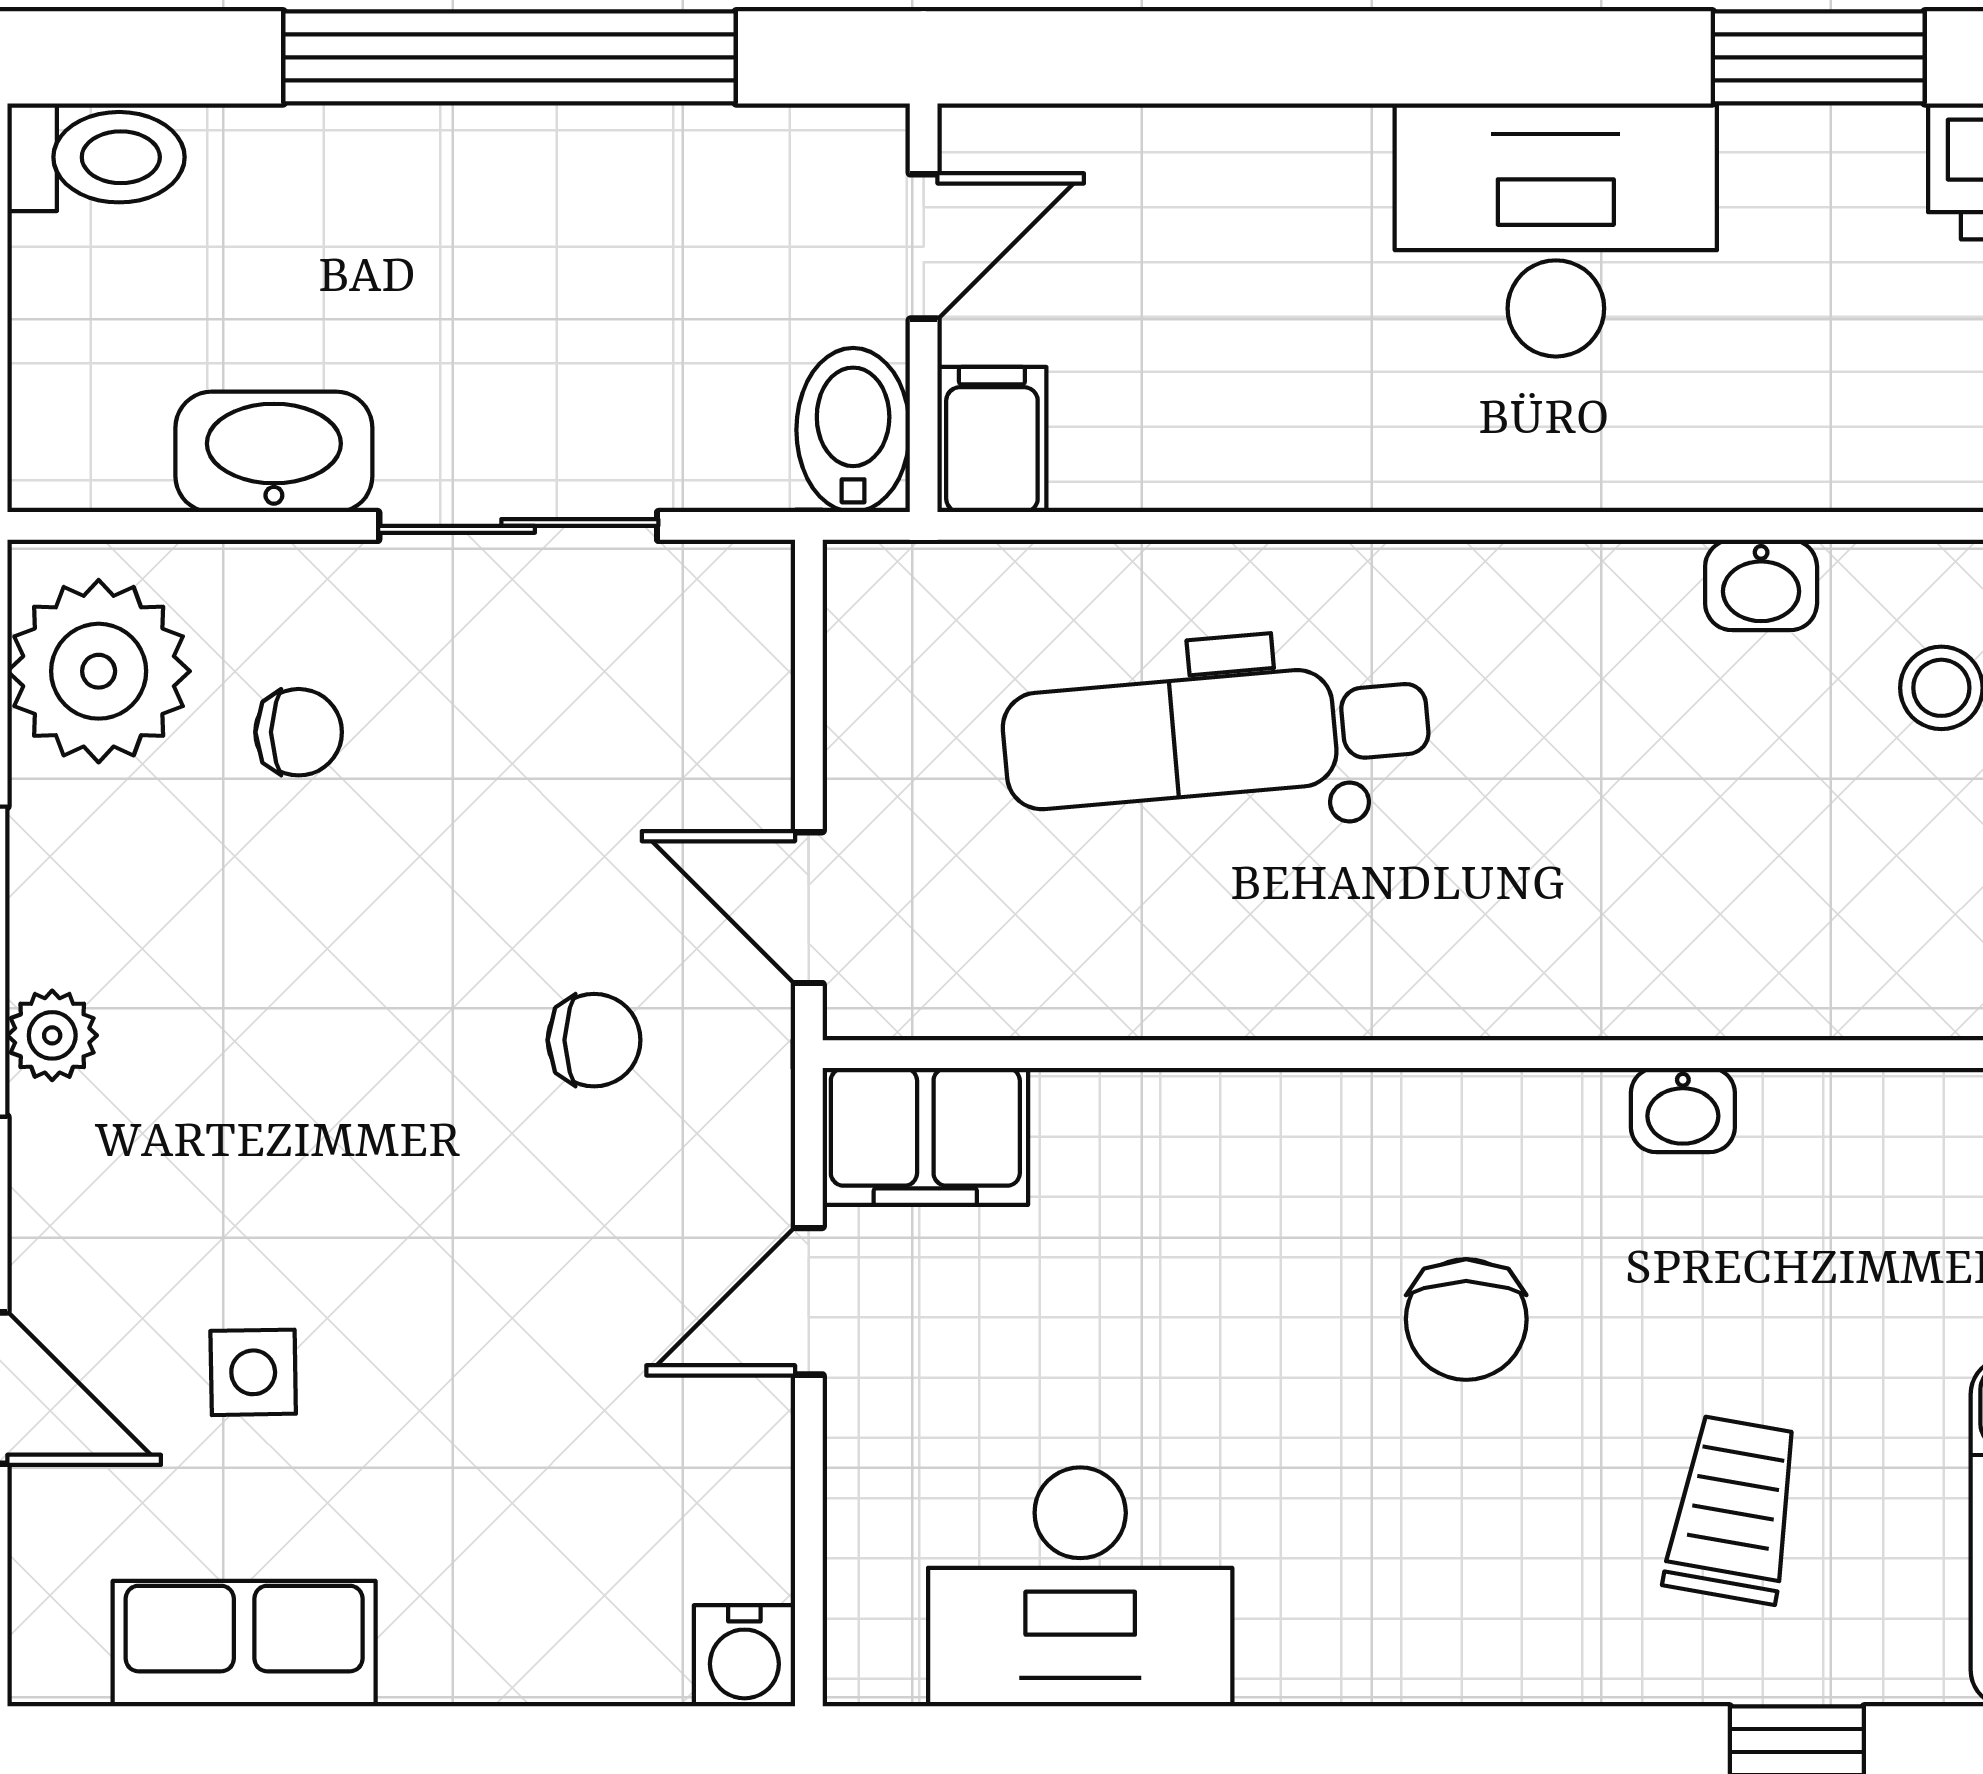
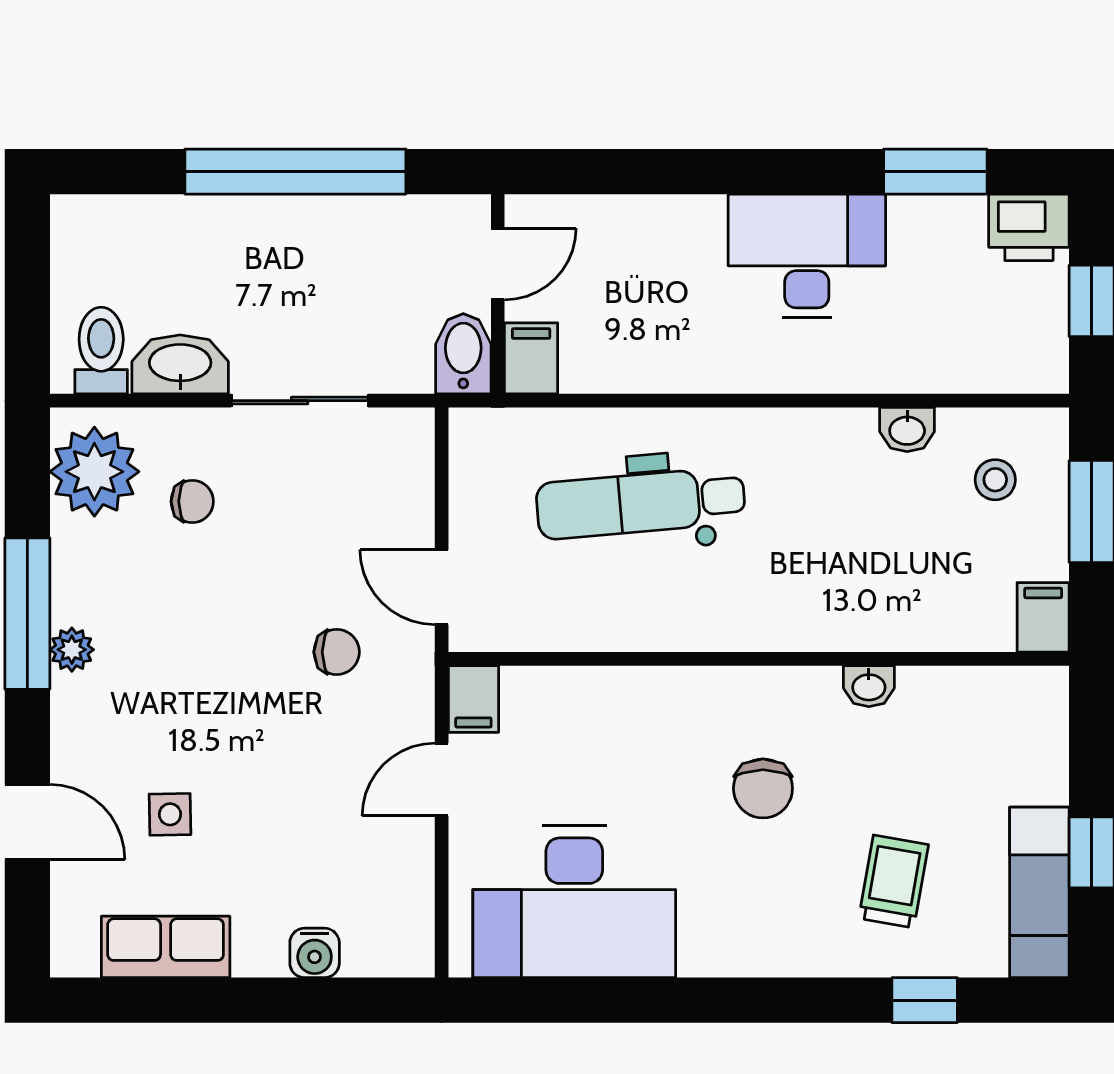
toilet: (96, 157) -> (101, 350), moved, turned -90
filing cabinet: (925, 1136) -> (473, 699), width x0.50
desk: (1080, 1587) -> (574, 902), width x1.36, depth x1.30
water cooler: (744, 1656) -> (315, 953), moved

